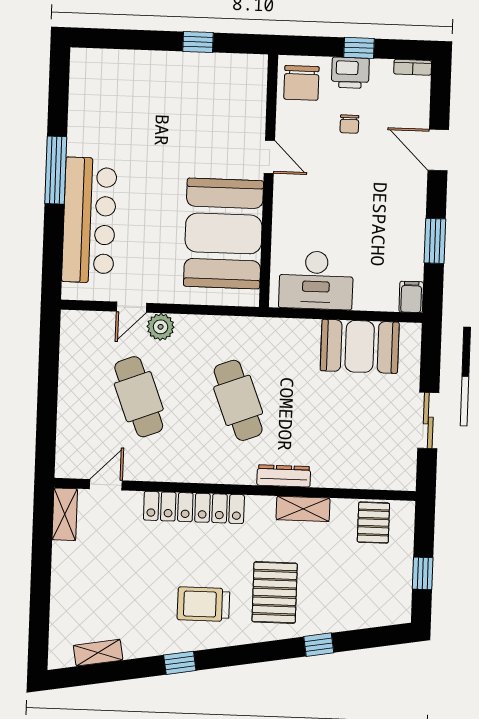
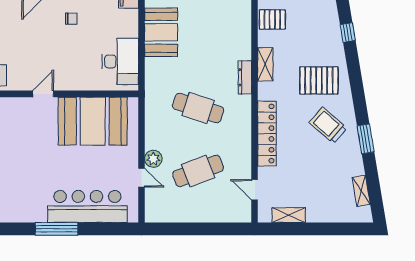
chair: (349, 124) -> (71, 19), moved
cafe table: (238, 400) -> (198, 108), turned 39
shelving: (65, 514) -> (289, 215), moved
trolley: (203, 604) -> (328, 125), turned 131
window: (319, 645) -> (348, 32), moved
window: (180, 663) -> (366, 139), width x1.50

